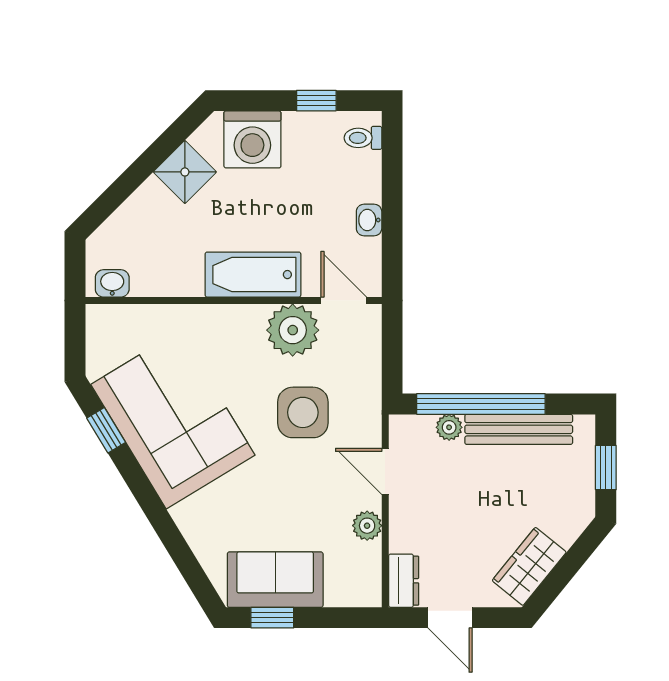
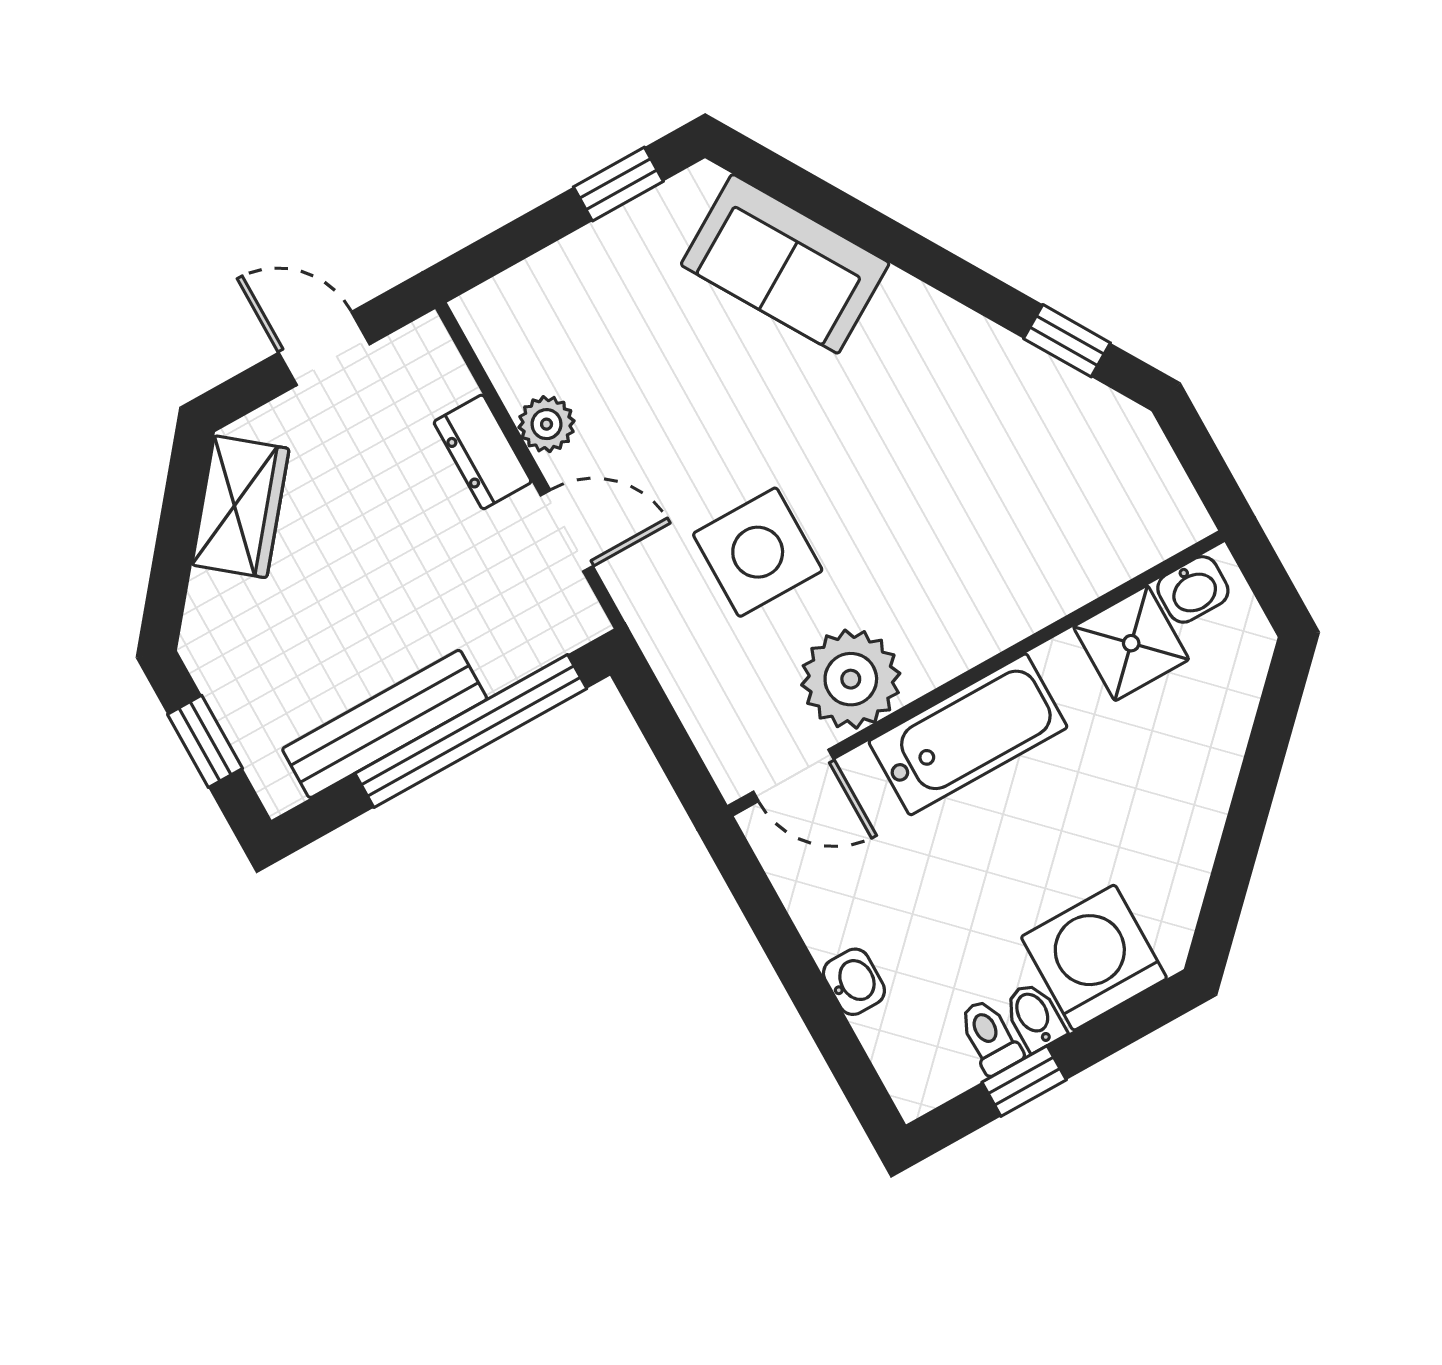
bidet: (295, 128) -> (1034, 1016), added
toilet: (363, 138) -> (990, 1037), moved, turned -90
shower: (185, 172) -> (1131, 643), moved, turned 45
washbasin: (369, 220) -> (854, 982), moved
corner sofa: (173, 420) -> (966, 420), removed
plant: (449, 427) -> (502, 663), removed
sofa: (275, 580) -> (785, 264), moved, turned 59
dresser: (404, 581) -> (483, 452), moved

